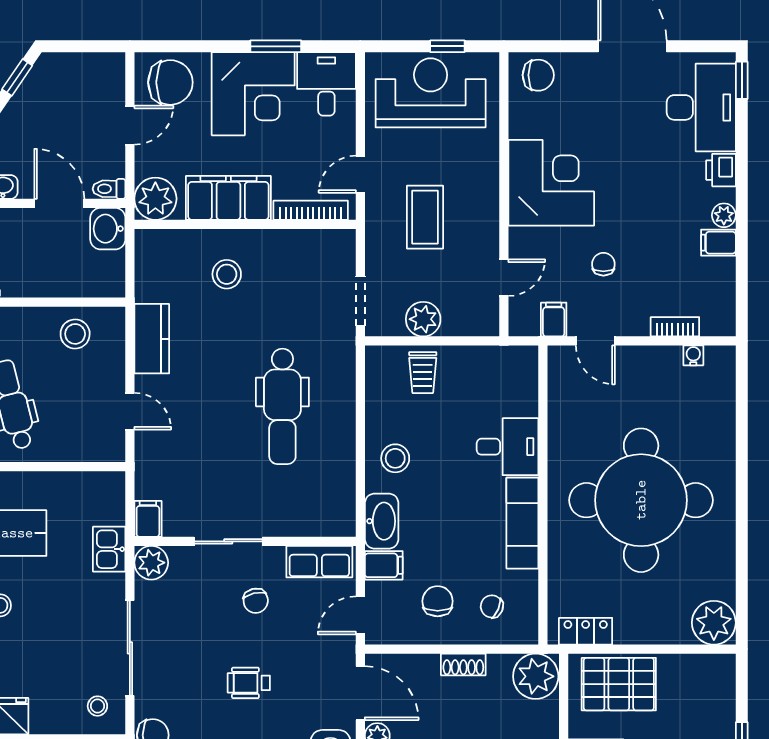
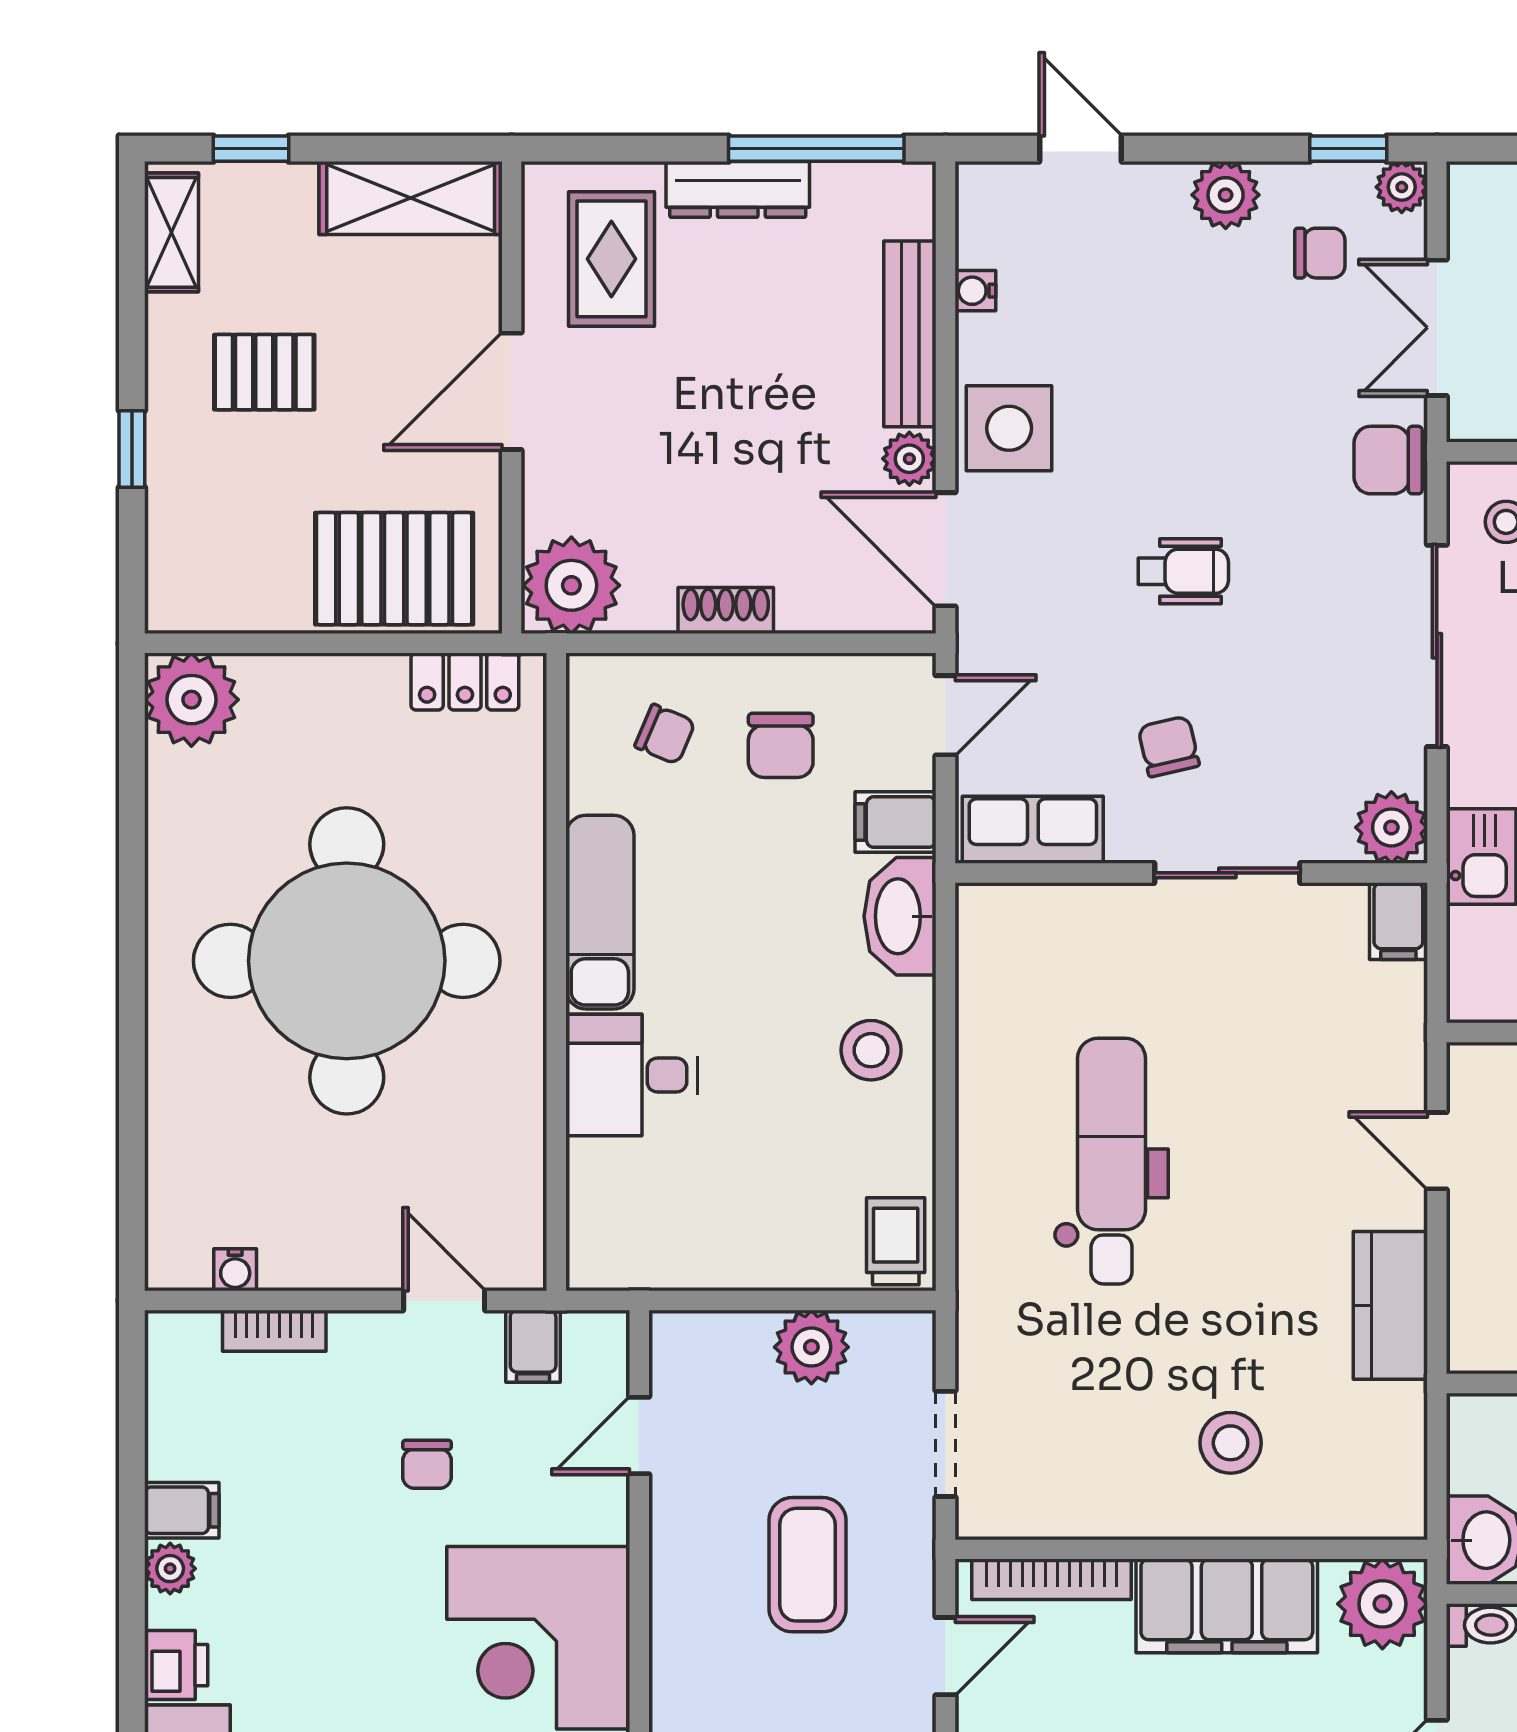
doorway: (360, 301) -> (946, 1444), moved
trolley: (423, 373) -> (896, 1241), moved

